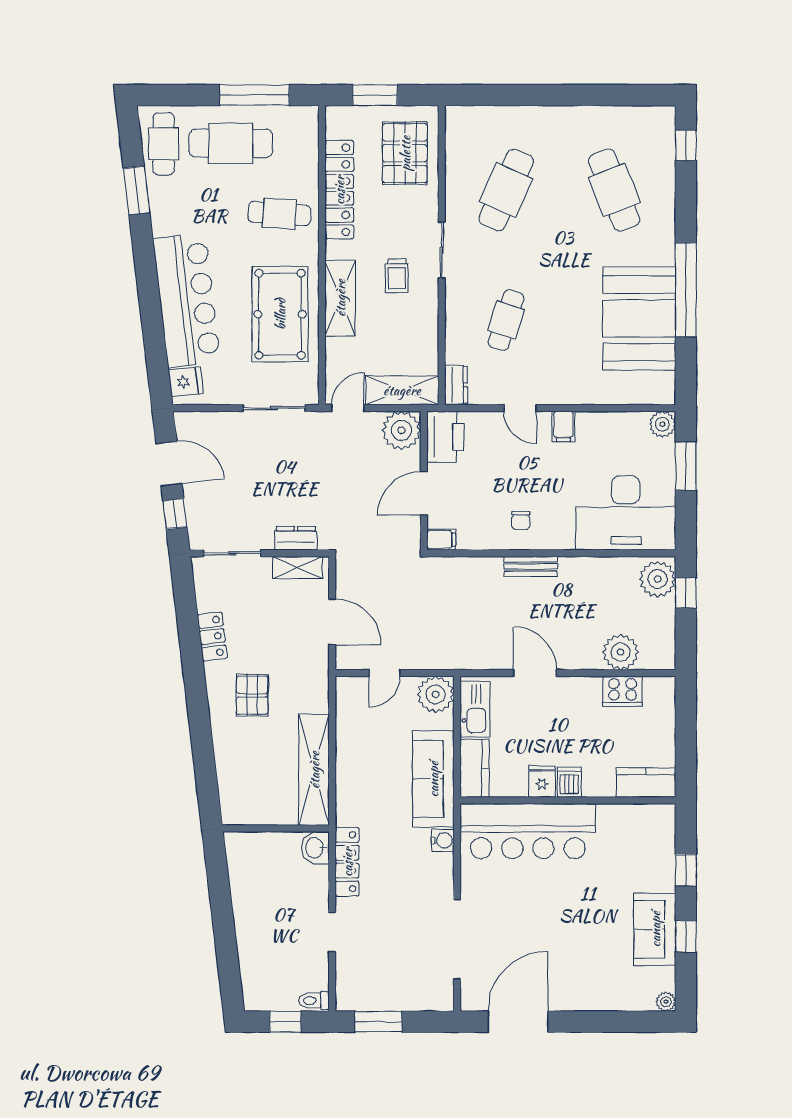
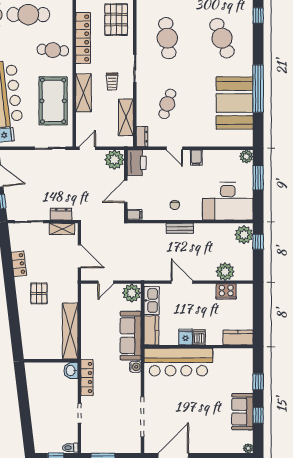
cafe table: (506, 190) -> (167, 38), turned -30
shelving: (402, 390) -> (126, 117), moved, turned 90

